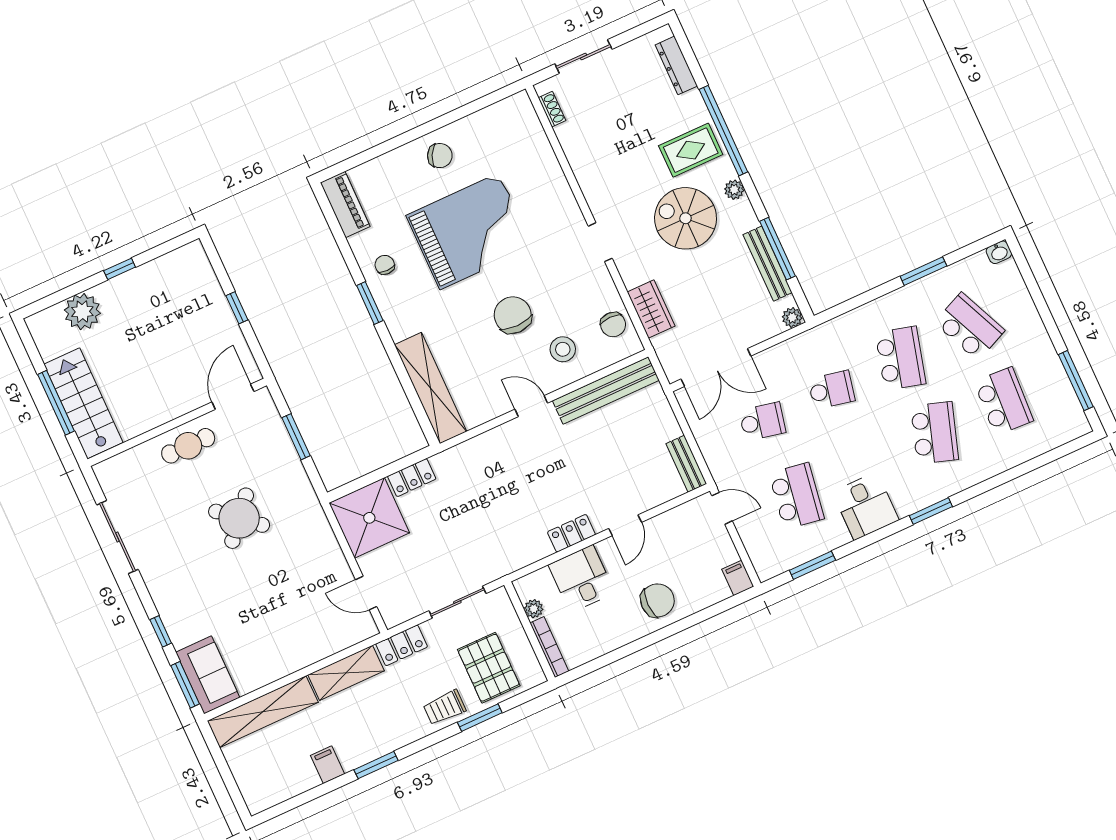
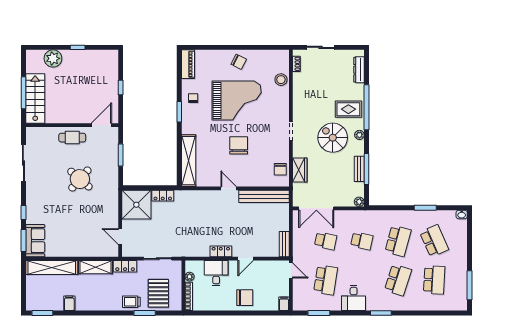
bench: (768, 264) -> (359, 169), width x0.73
stool: (563, 349) -> (281, 80), moved
window: (376, 765) -> (42, 313), moved

